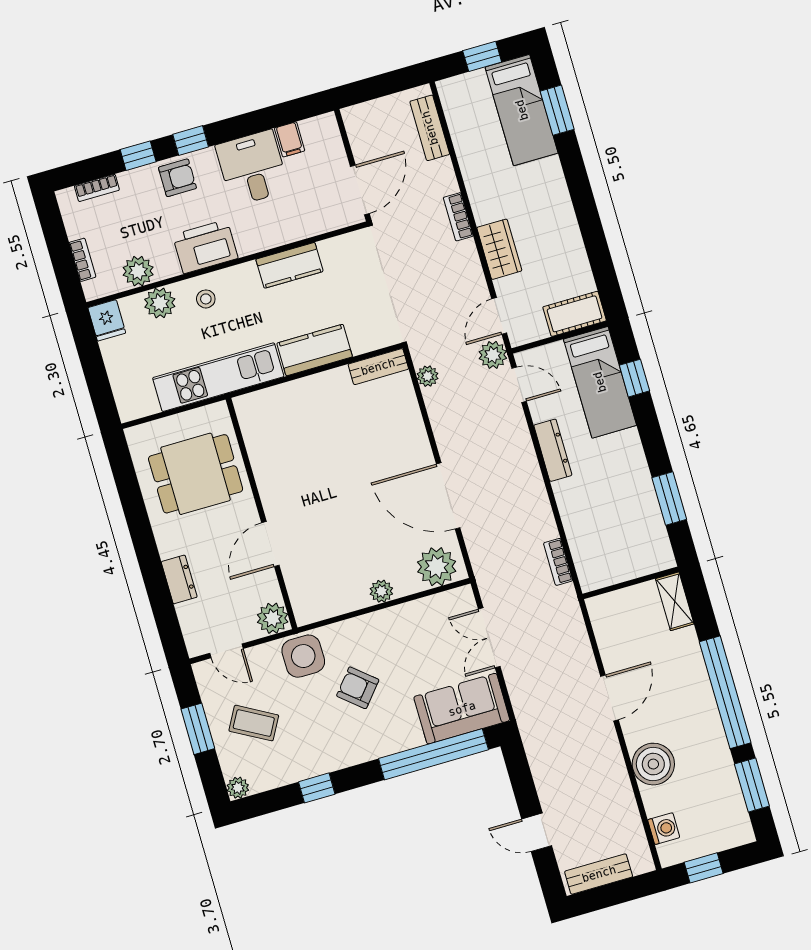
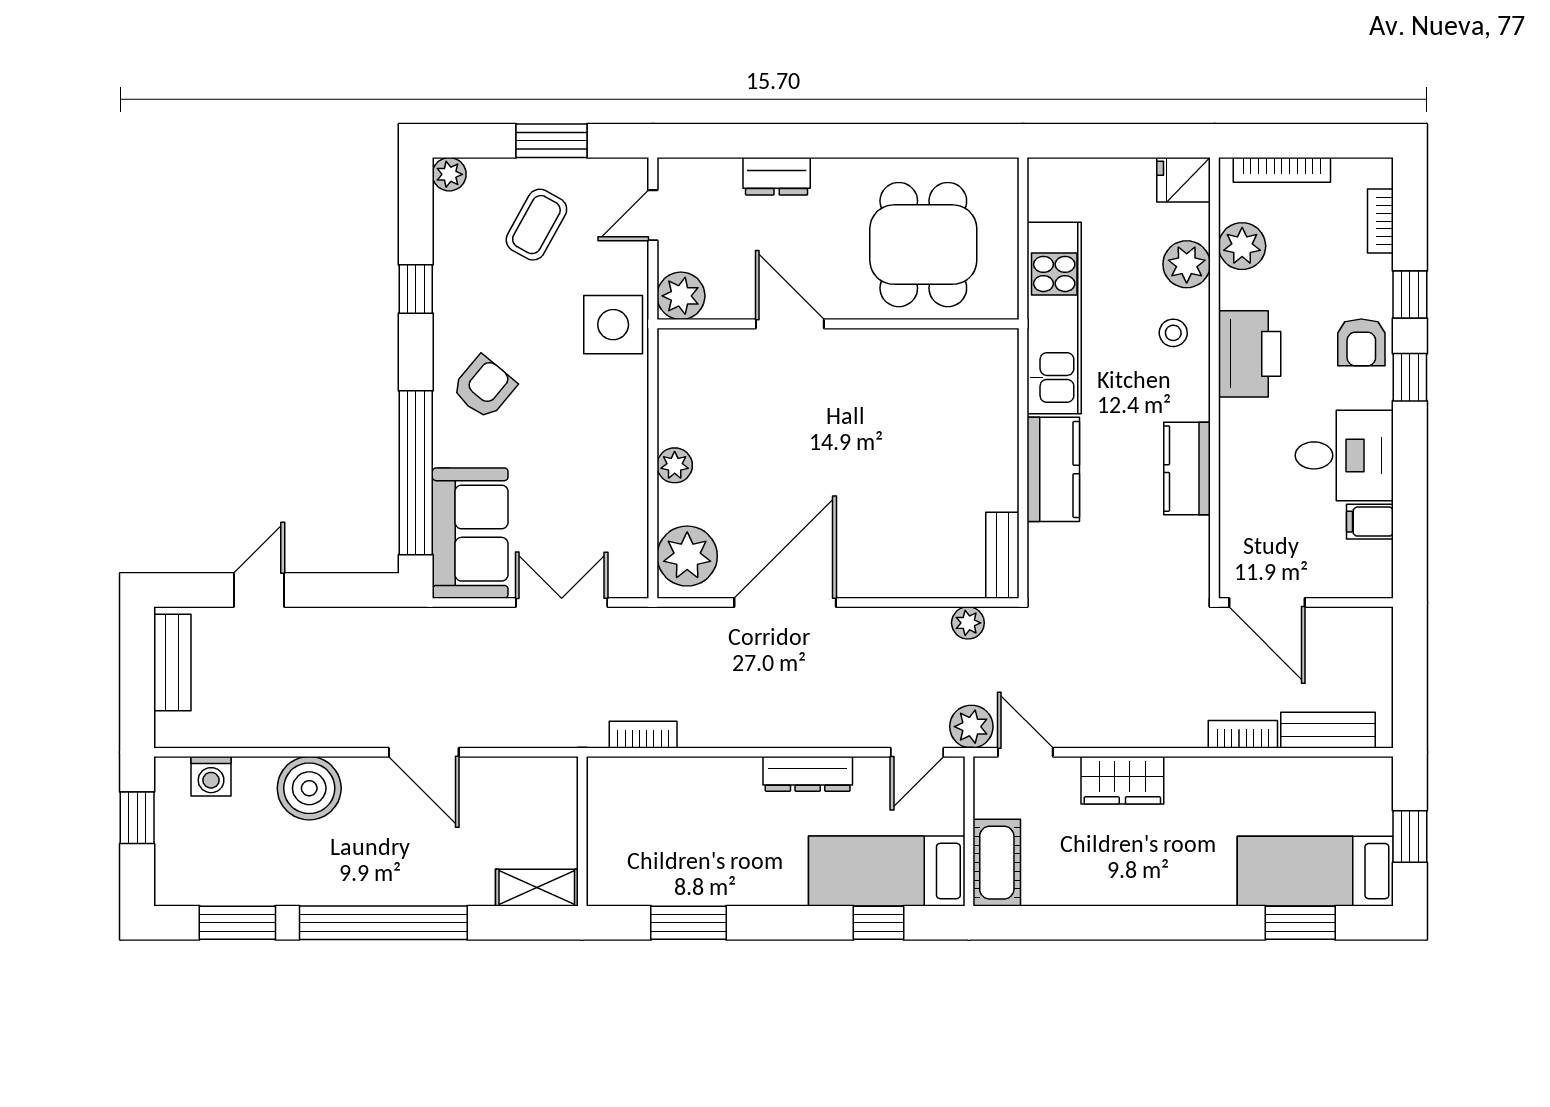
bookcase: (458, 217) -> (1243, 734), moved
bookcase: (82, 260) -> (1282, 170), width x1.56
armchair: (358, 688) -> (484, 387), moved

